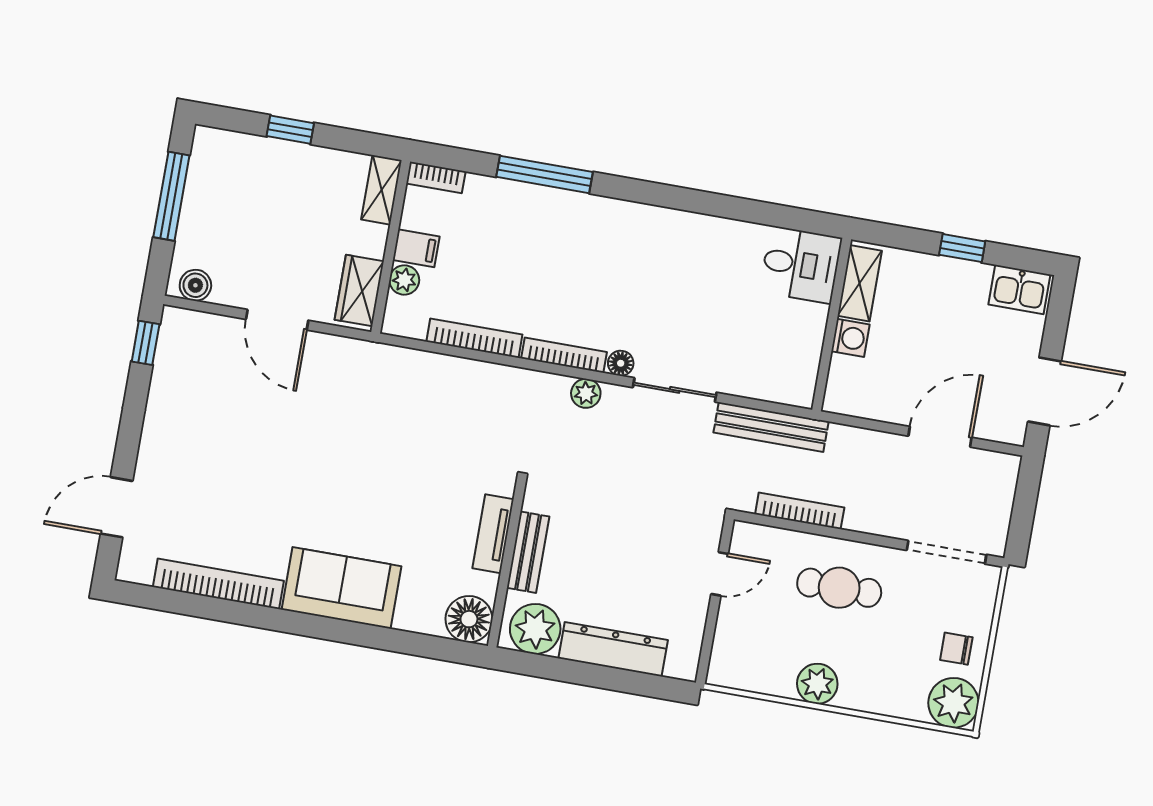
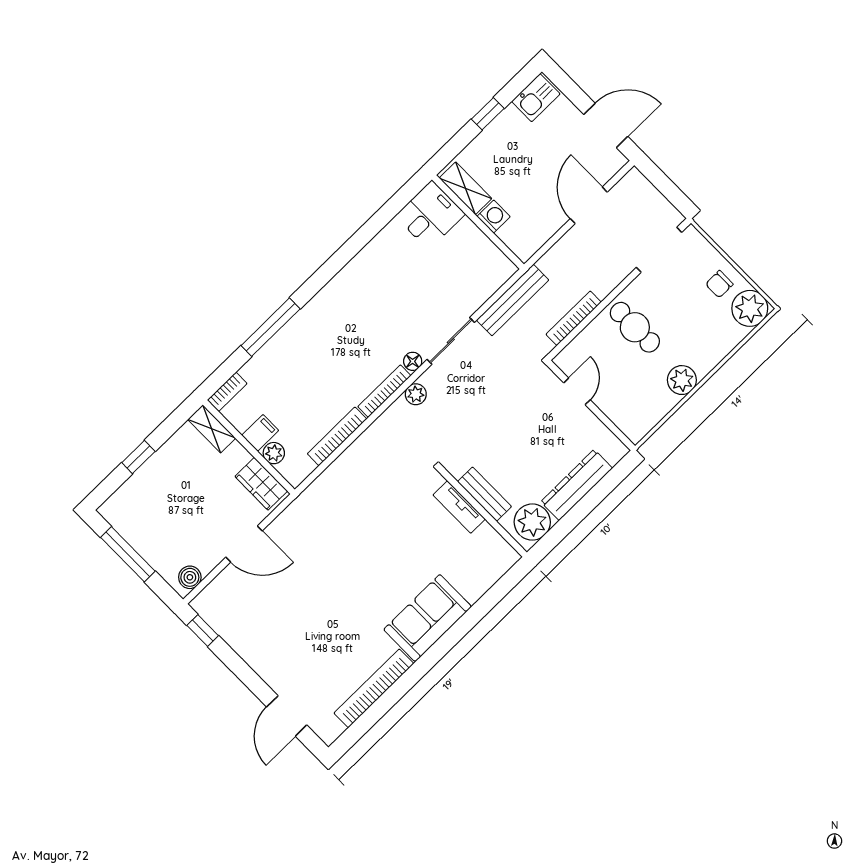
door: (1045, 391) -> (606, 125), hinge flipped
cafe table: (839, 588) -> (635, 327), turned 90
floor lamp: (469, 619) -> (499, 557), removed

